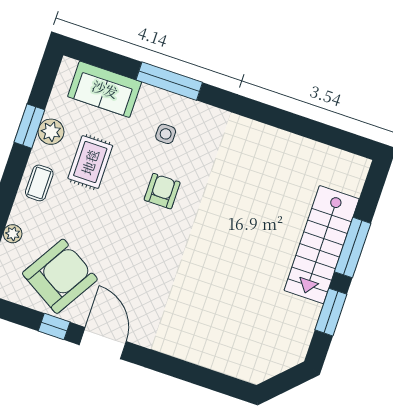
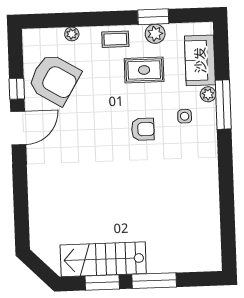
plant: (150, 95) -> (208, 94), added
stairs: (322, 245) -> (103, 259), moved

